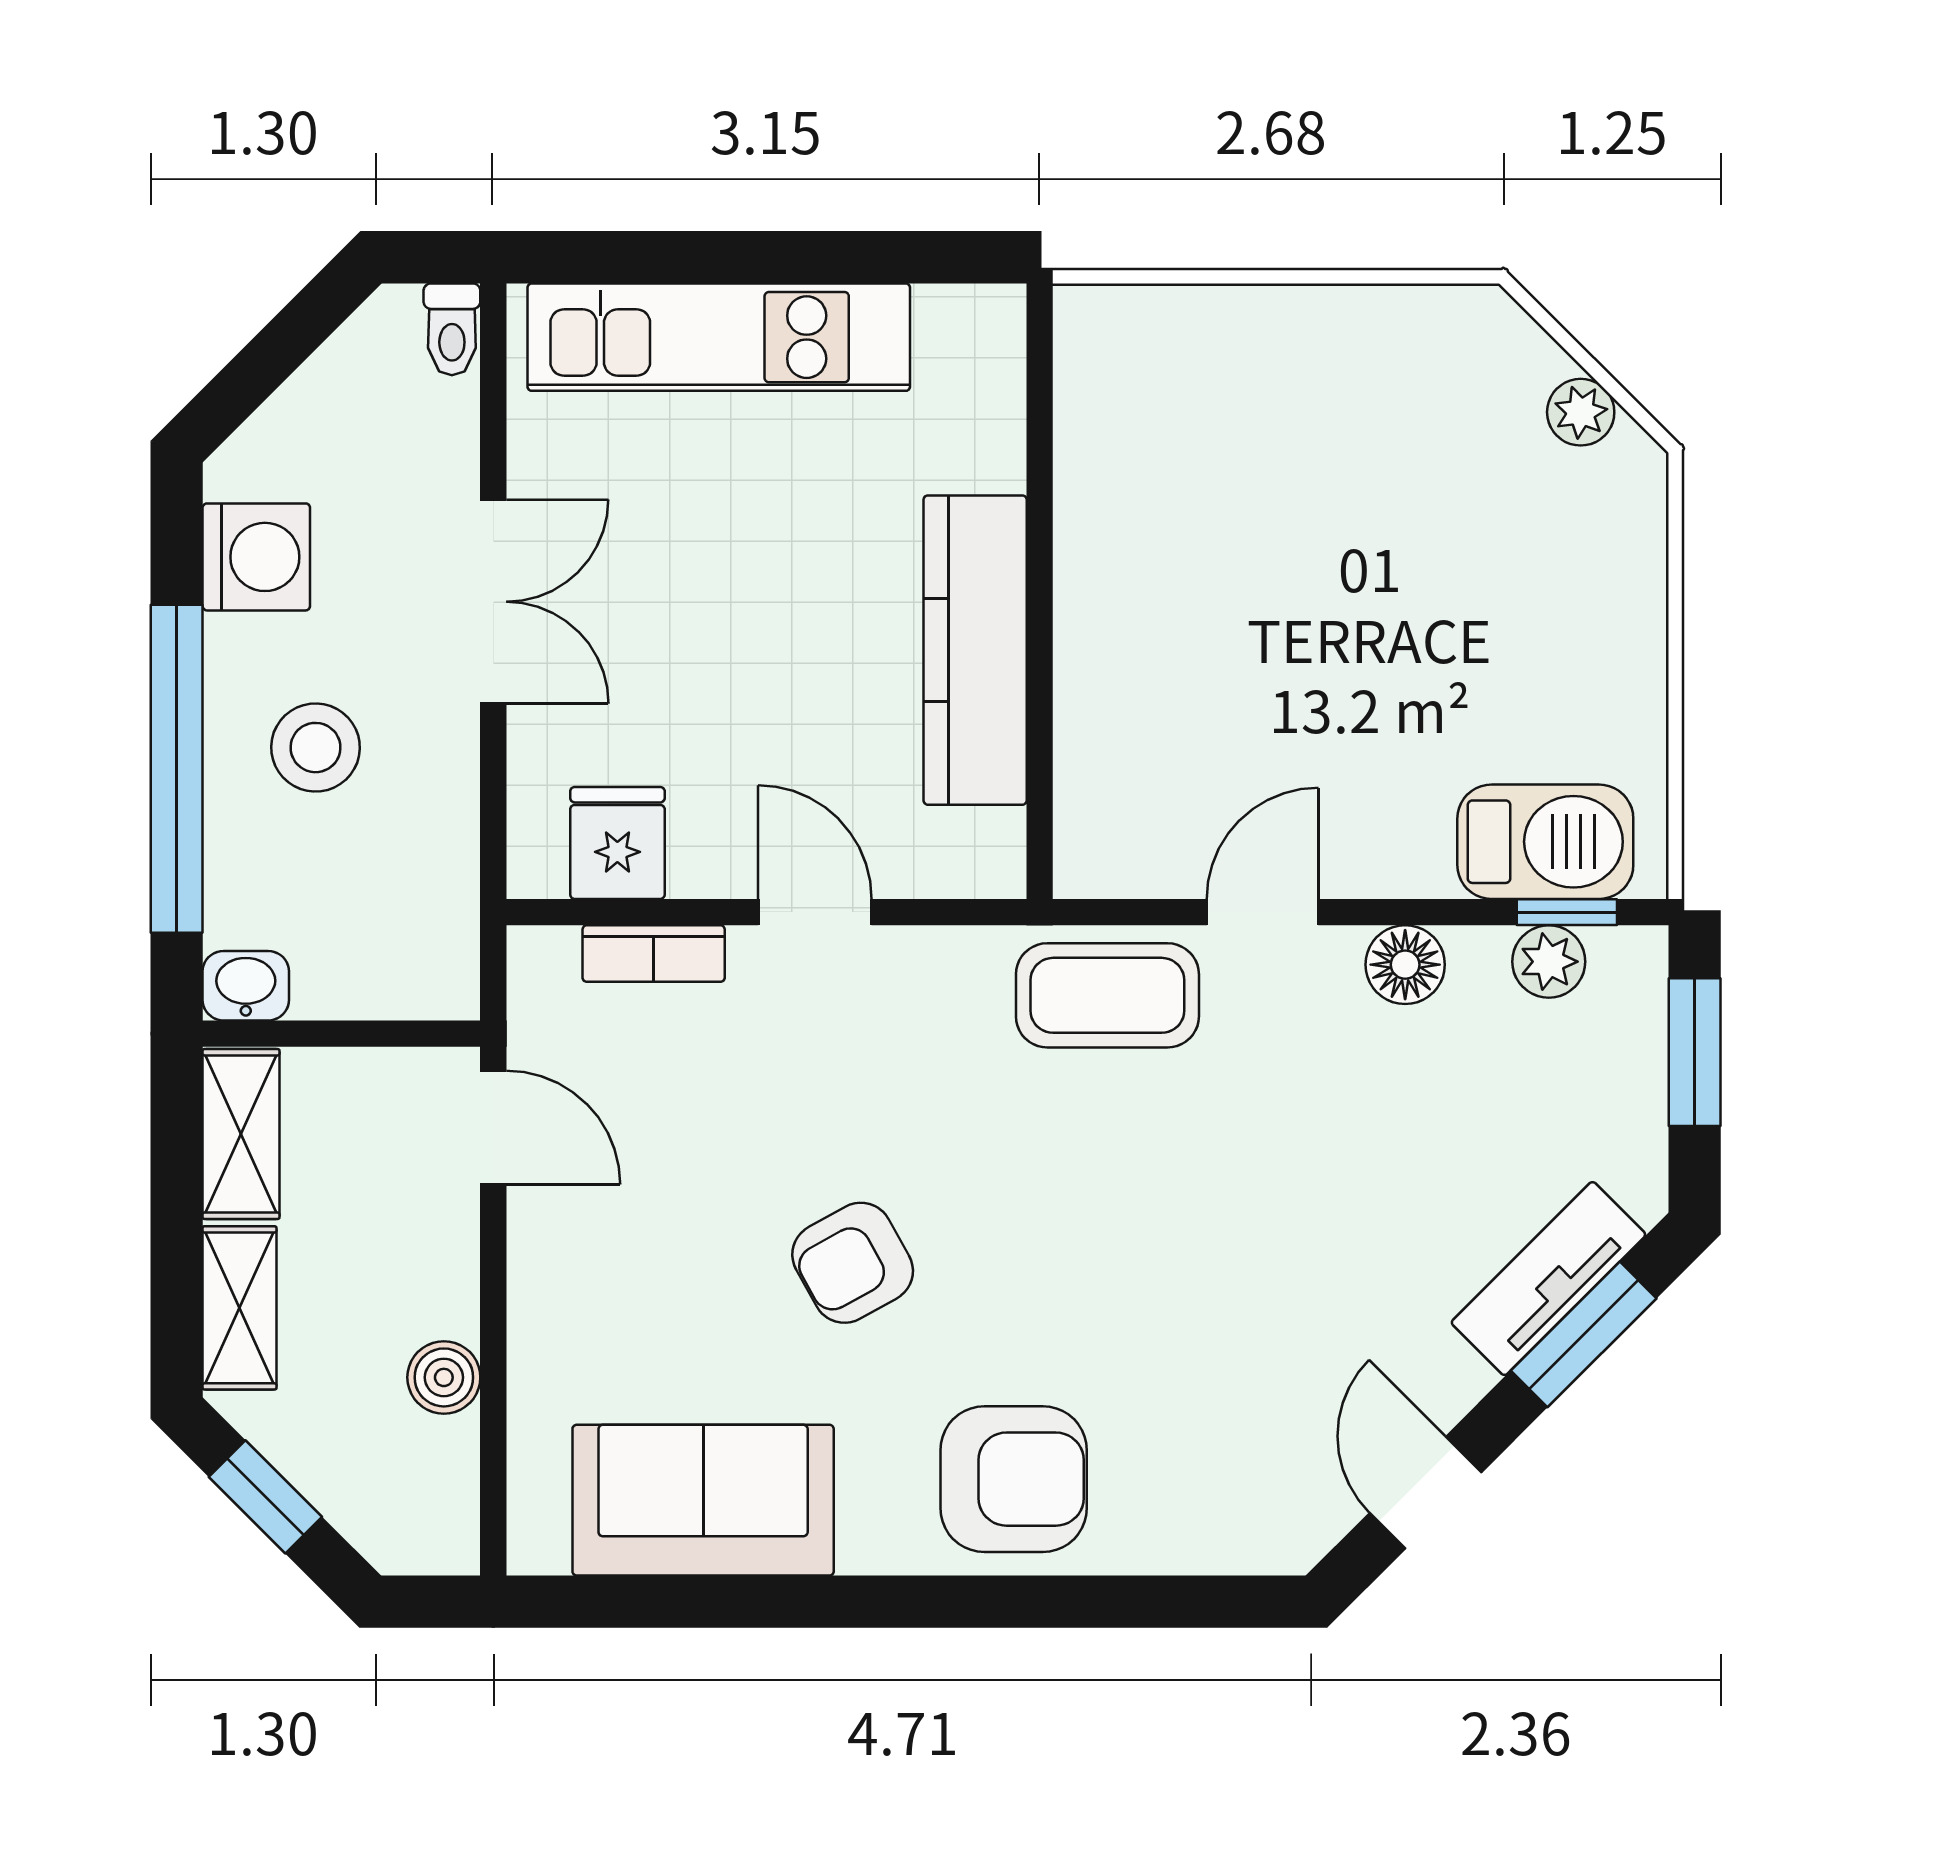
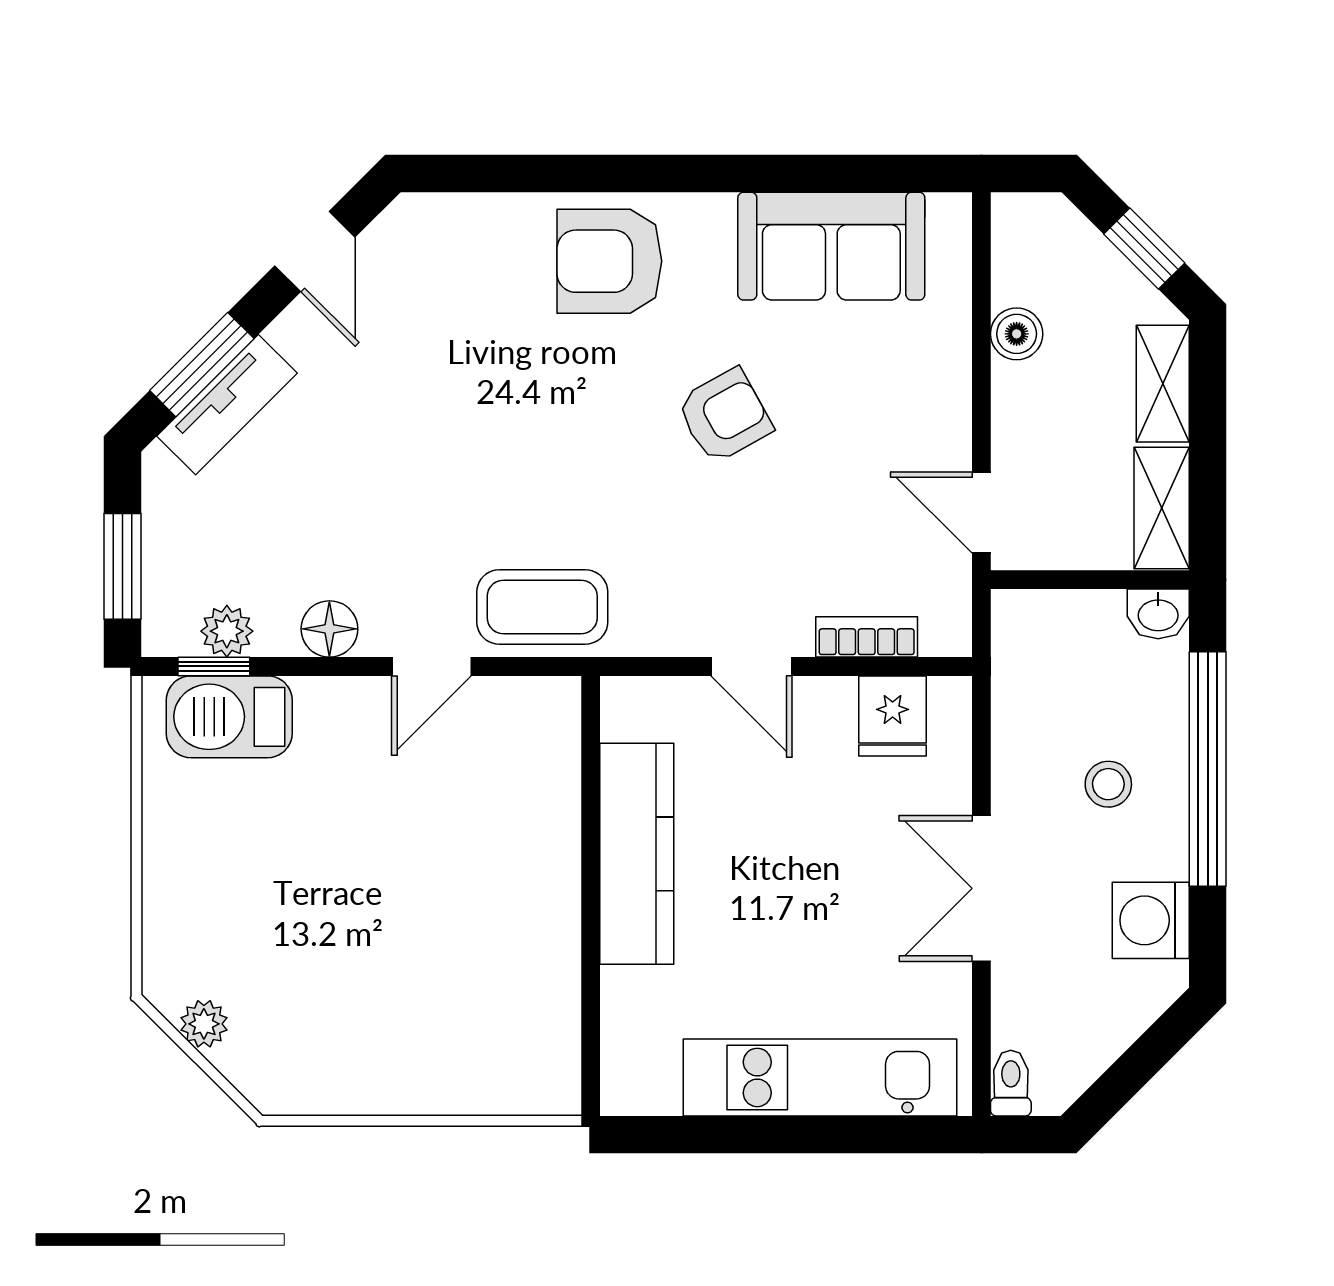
stool: (316, 748) -> (1108, 784), width x0.73, depth x0.73

